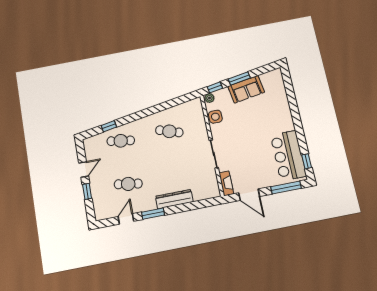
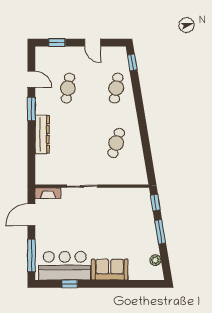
sofa: (246, 89) -> (110, 270), moved, turned 99
plant: (209, 98) -> (155, 260), moved
side table: (215, 117) -> (122, 196), removed
window: (109, 126) -> (132, 62), moved
window: (307, 161) -> (70, 284), moved
window: (87, 191) -> (57, 43), moved

